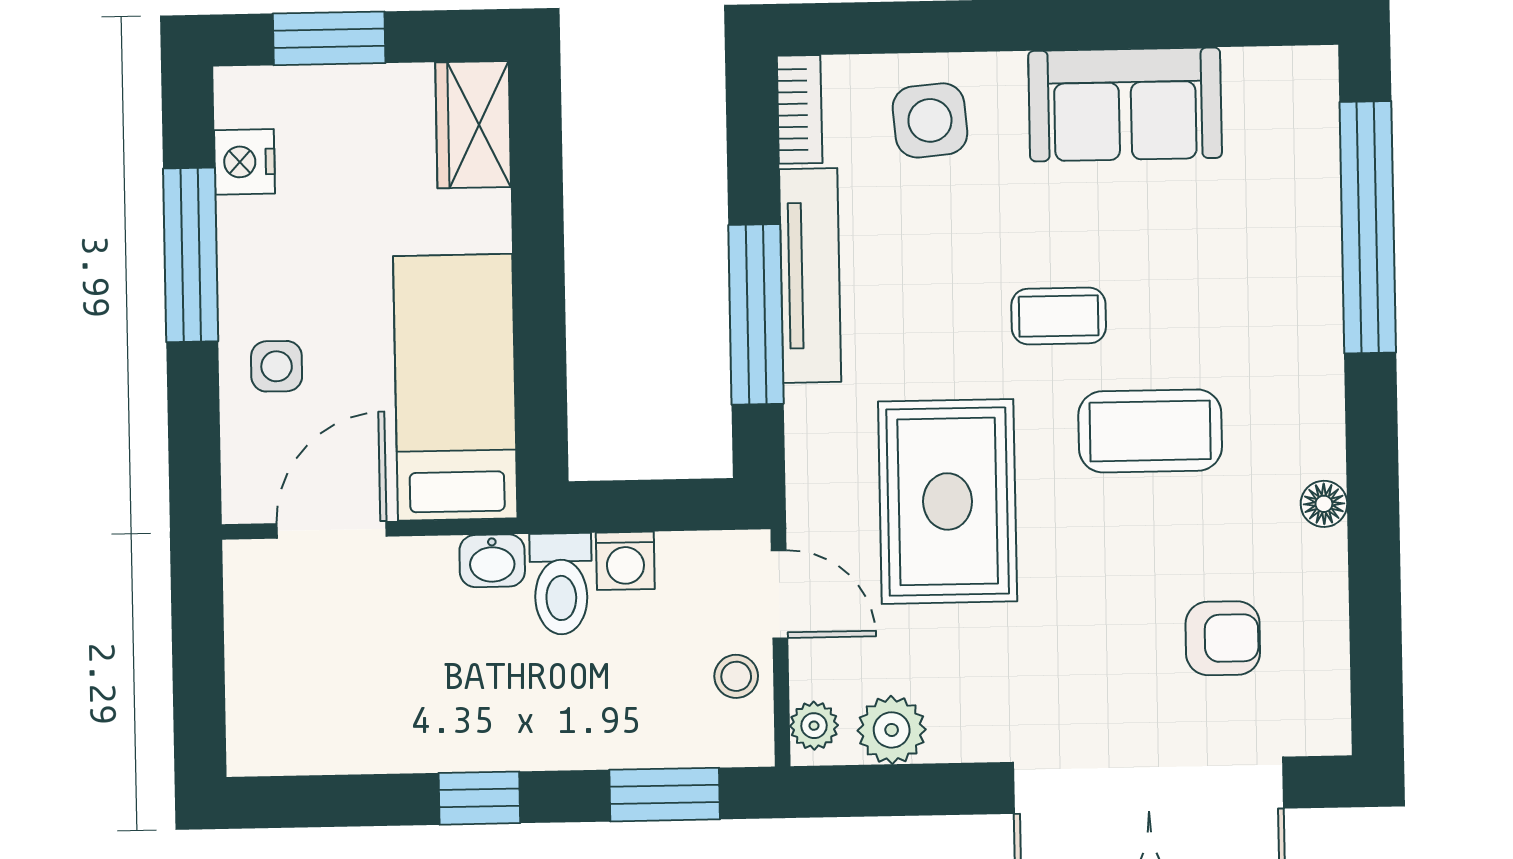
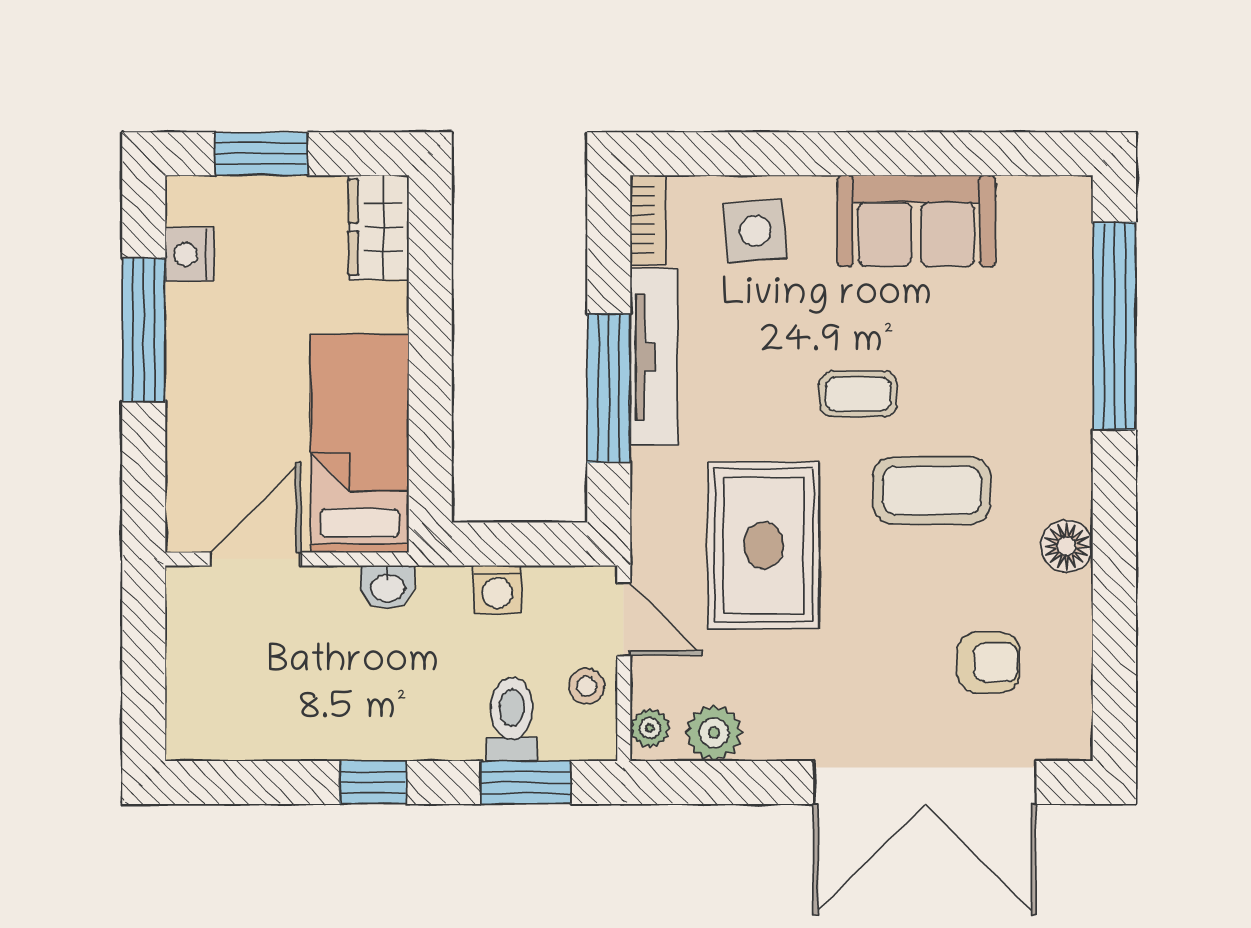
side table: (277, 366) -> (213, 423), removed
floor lamp: (1324, 504) -> (1067, 546), width x1.37, depth x1.37
toilet: (561, 584) -> (512, 719), moved, turned 180

